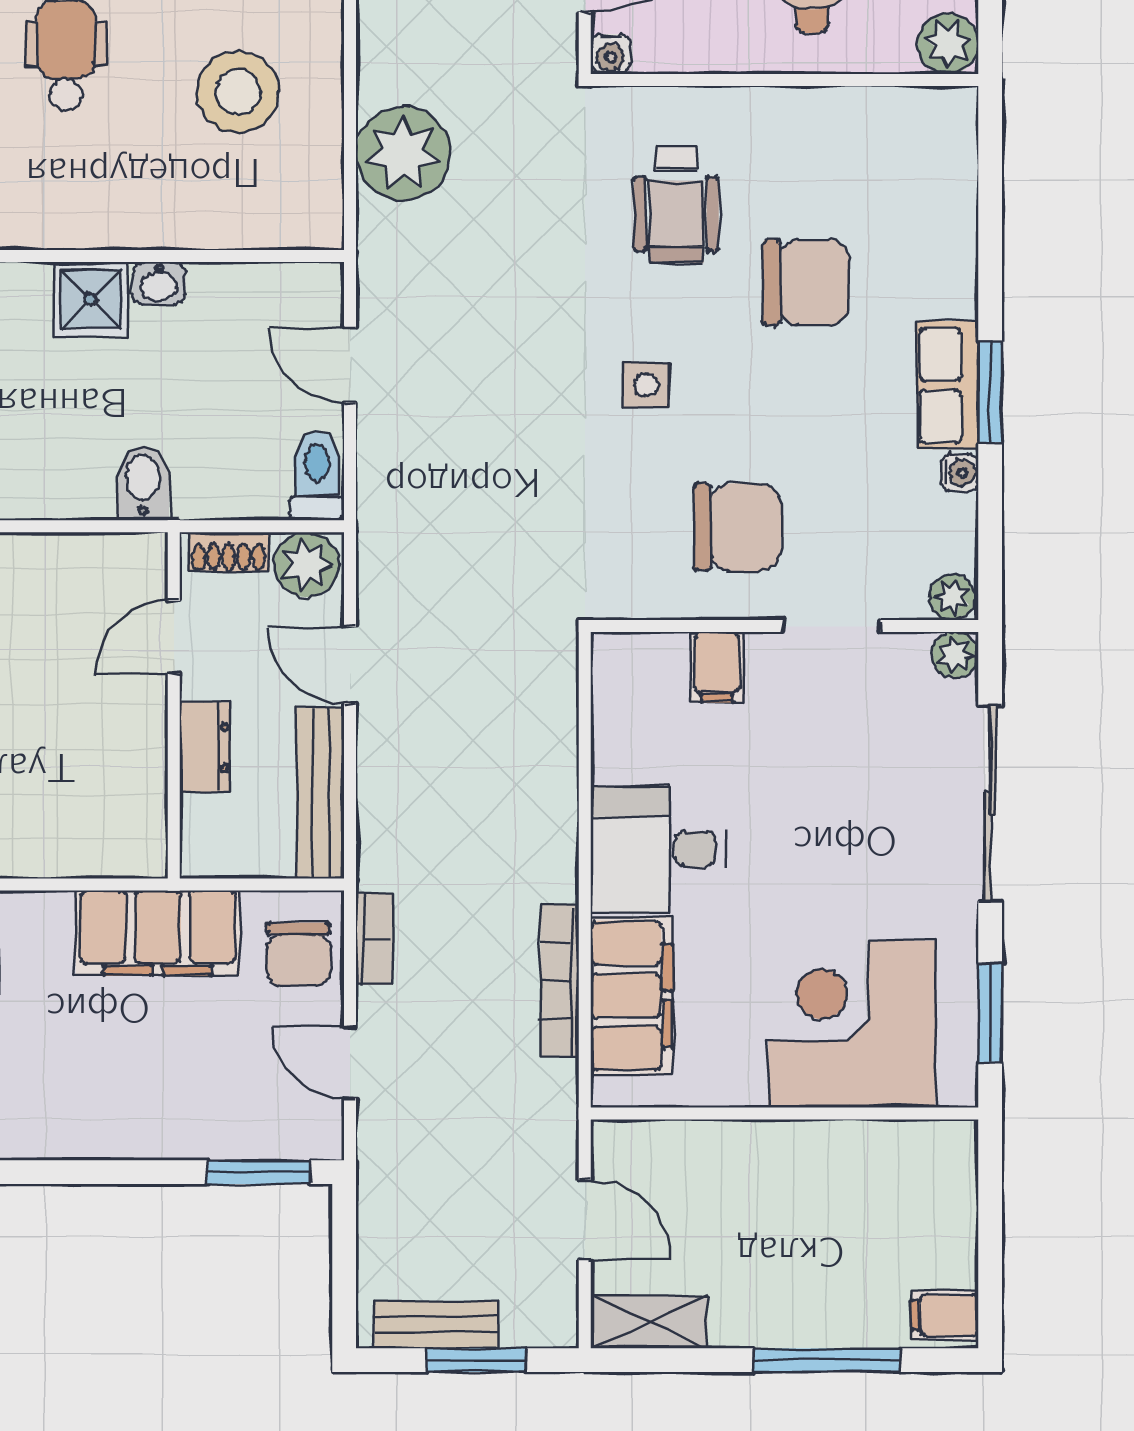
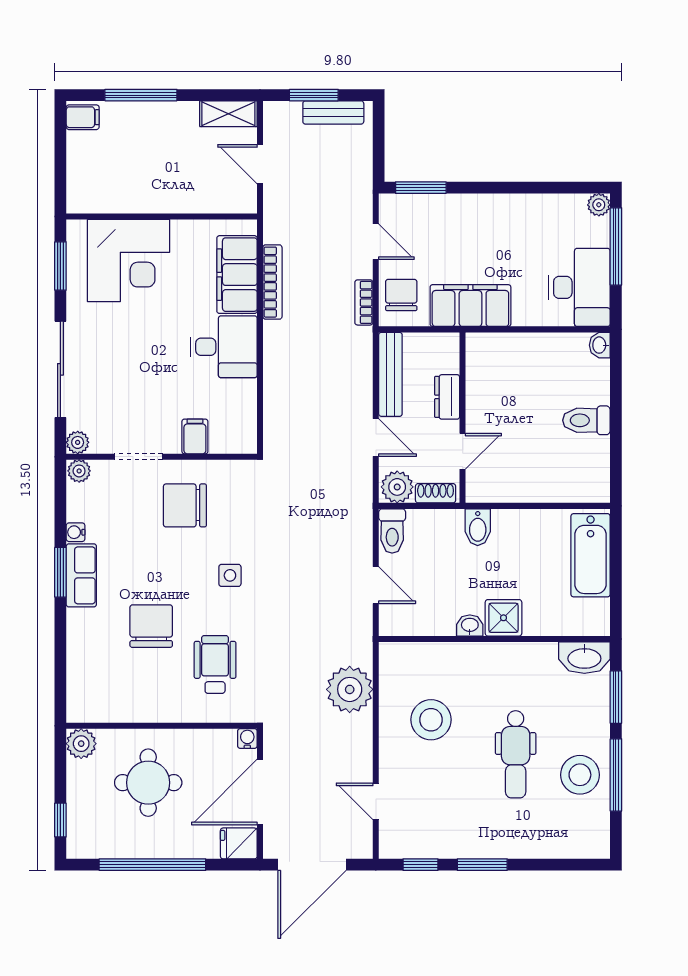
chair: (806, 282) -> (151, 626), turned 90

